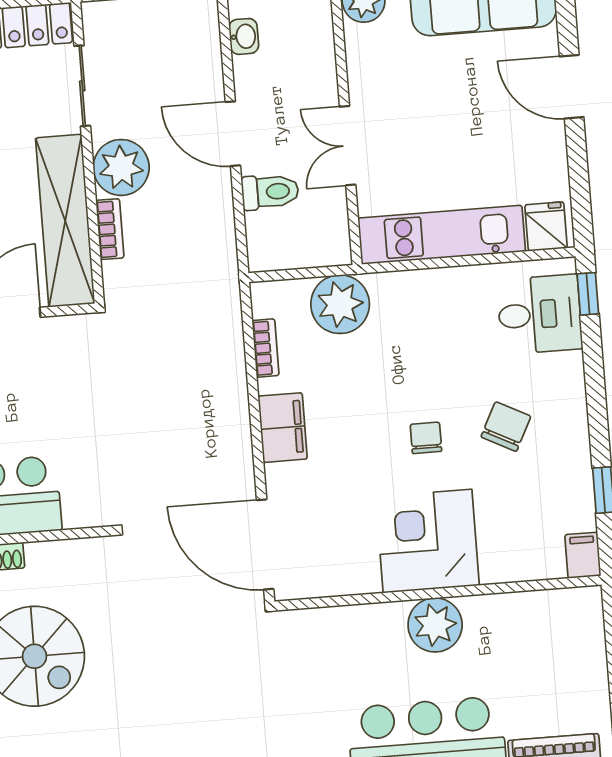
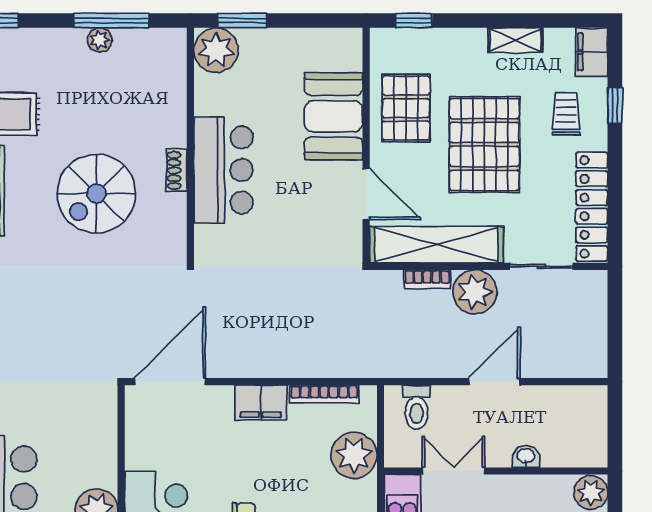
washbasin: (244, 36) -> (526, 456), moved, turned 180
double door: (348, 146) -> (453, 471), moved
toilet: (270, 192) -> (417, 407), moved
bookcase: (266, 348) -> (324, 394), width x1.56

